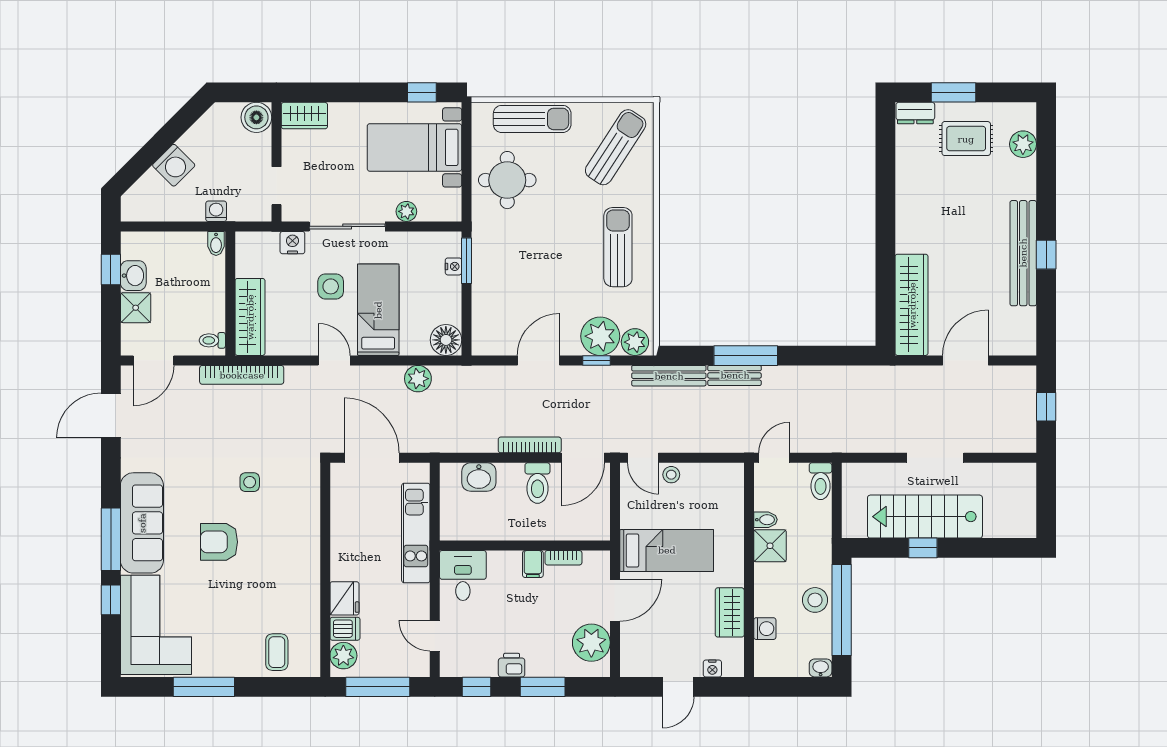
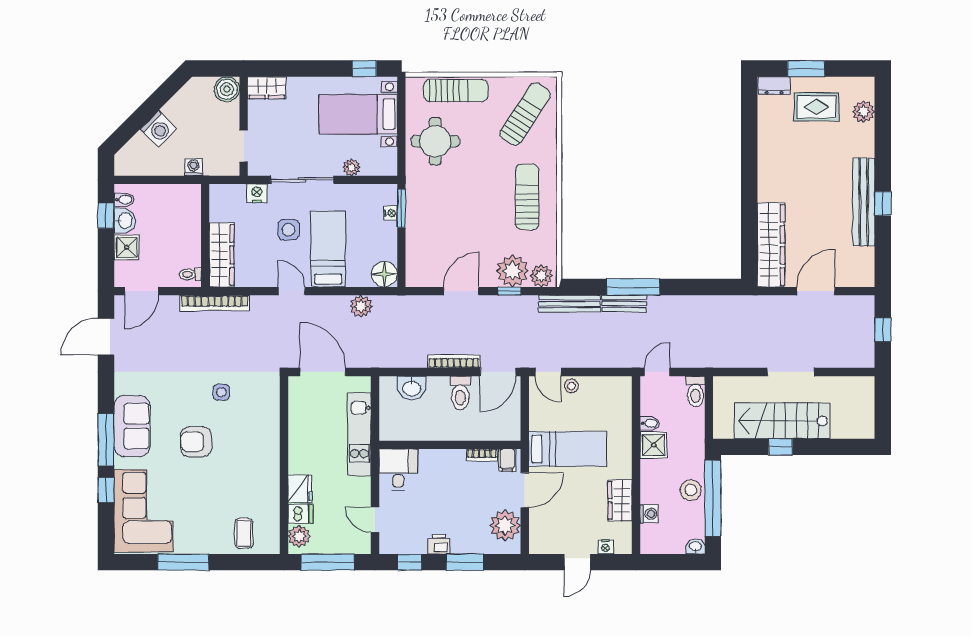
bidet: (216, 243) -> (124, 200), moved, turned -90
sofa: (142, 523) -> (132, 426), width x0.73
filing cabinet: (533, 564) -> (507, 460), moved

